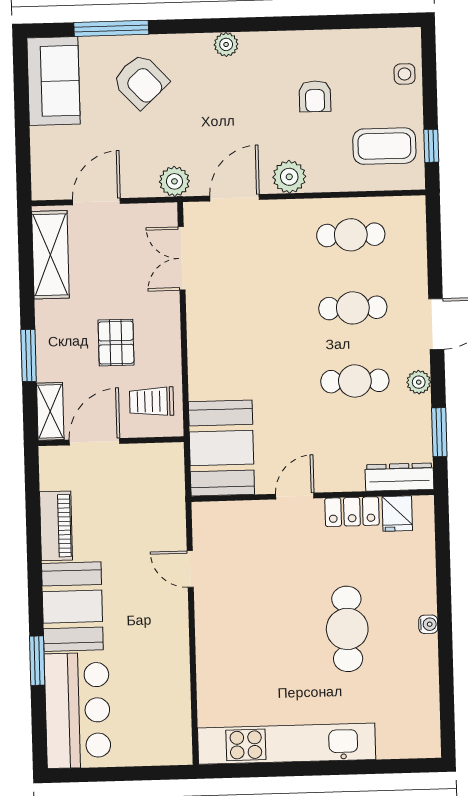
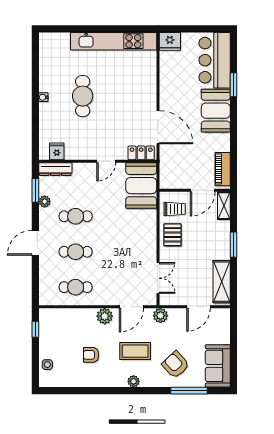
armchair: (315, 96) -> (91, 355), turned -90
coffee table: (384, 146) -> (135, 351), moved
pallet: (116, 343) -> (173, 235), moved
window: (29, 355) -> (234, 245), moved
plant: (419, 382) -> (45, 202), moved
locker: (352, 512) -> (141, 153), moved
piano: (56, 526) -> (223, 169), moved
door: (190, 569) -> (158, 127), width x1.87
fridge: (171, 747) -> (170, 41), added

